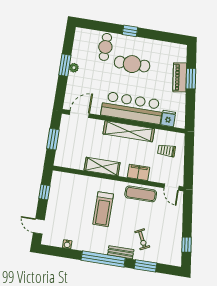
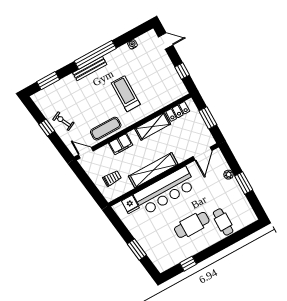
window: (130, 31) -> (188, 264), moved
plant: (74, 68) -> (229, 175), moved
piano: (180, 77) -> (146, 244), removed
locker: (73, 163) -> (178, 111), added
exercise bike: (142, 239) -> (63, 121), moved
window: (187, 245) -> (47, 128), moved
bench: (121, 252) -> (90, 69), width x1.36
window: (145, 266) -> (48, 81), moved

